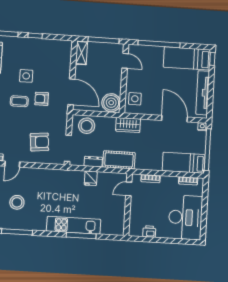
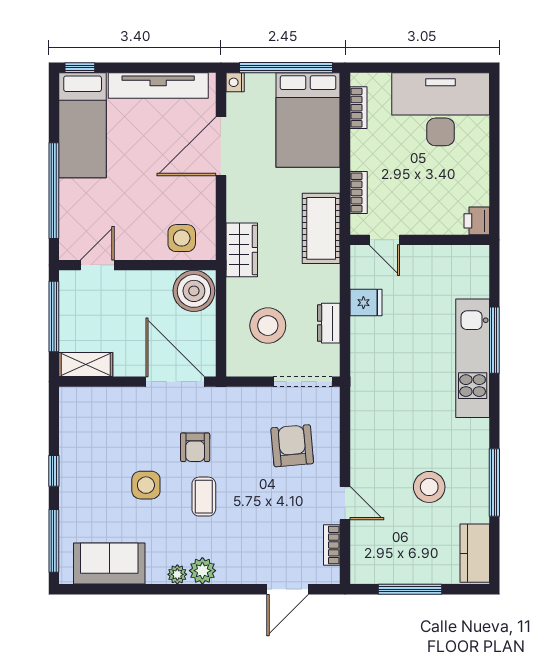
door: (71, 92) -> (175, 382), hinge flipped
stool: (87, 126) -> (268, 326), moved
cot: (119, 160) -> (321, 228), moved
bed: (184, 163) -> (308, 120), width x1.50
fridge: (91, 178) -> (366, 303), moved
printer: (149, 232) -> (477, 221), moved

